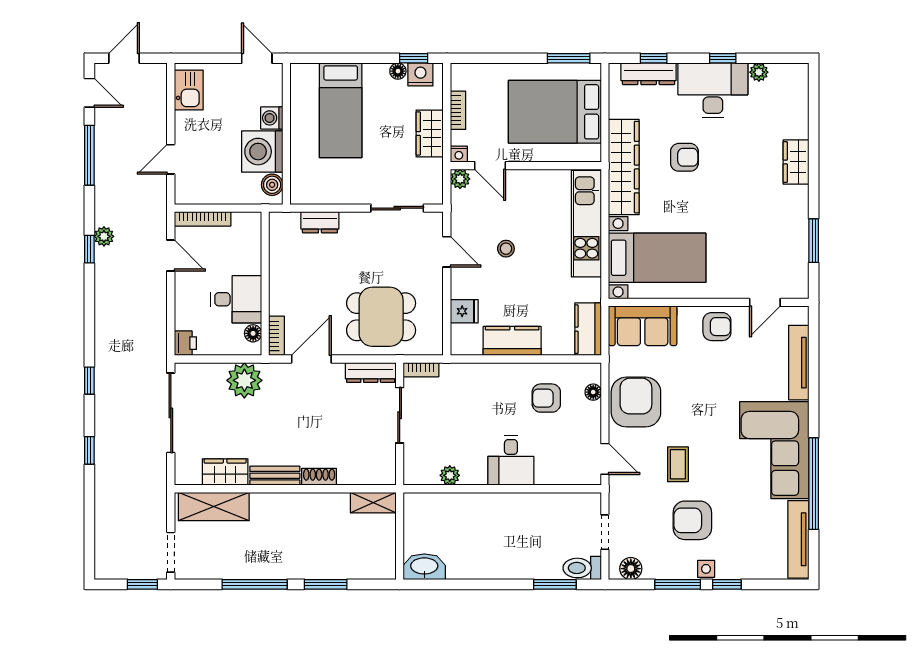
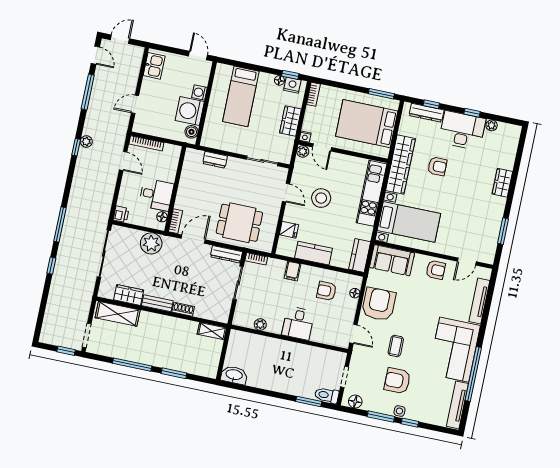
bookcase: (458, 110) -> (313, 94), moved
stool: (506, 249) -> (321, 198), width x1.89, depth x1.89
filing cabinet: (484, 377) -> (292, 271), added
window: (89, 381) -> (60, 225), width x2.17

